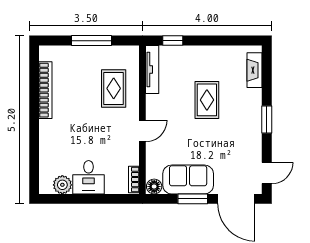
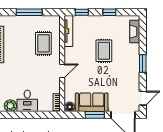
window: (215, 41) -> (109, 12), added

